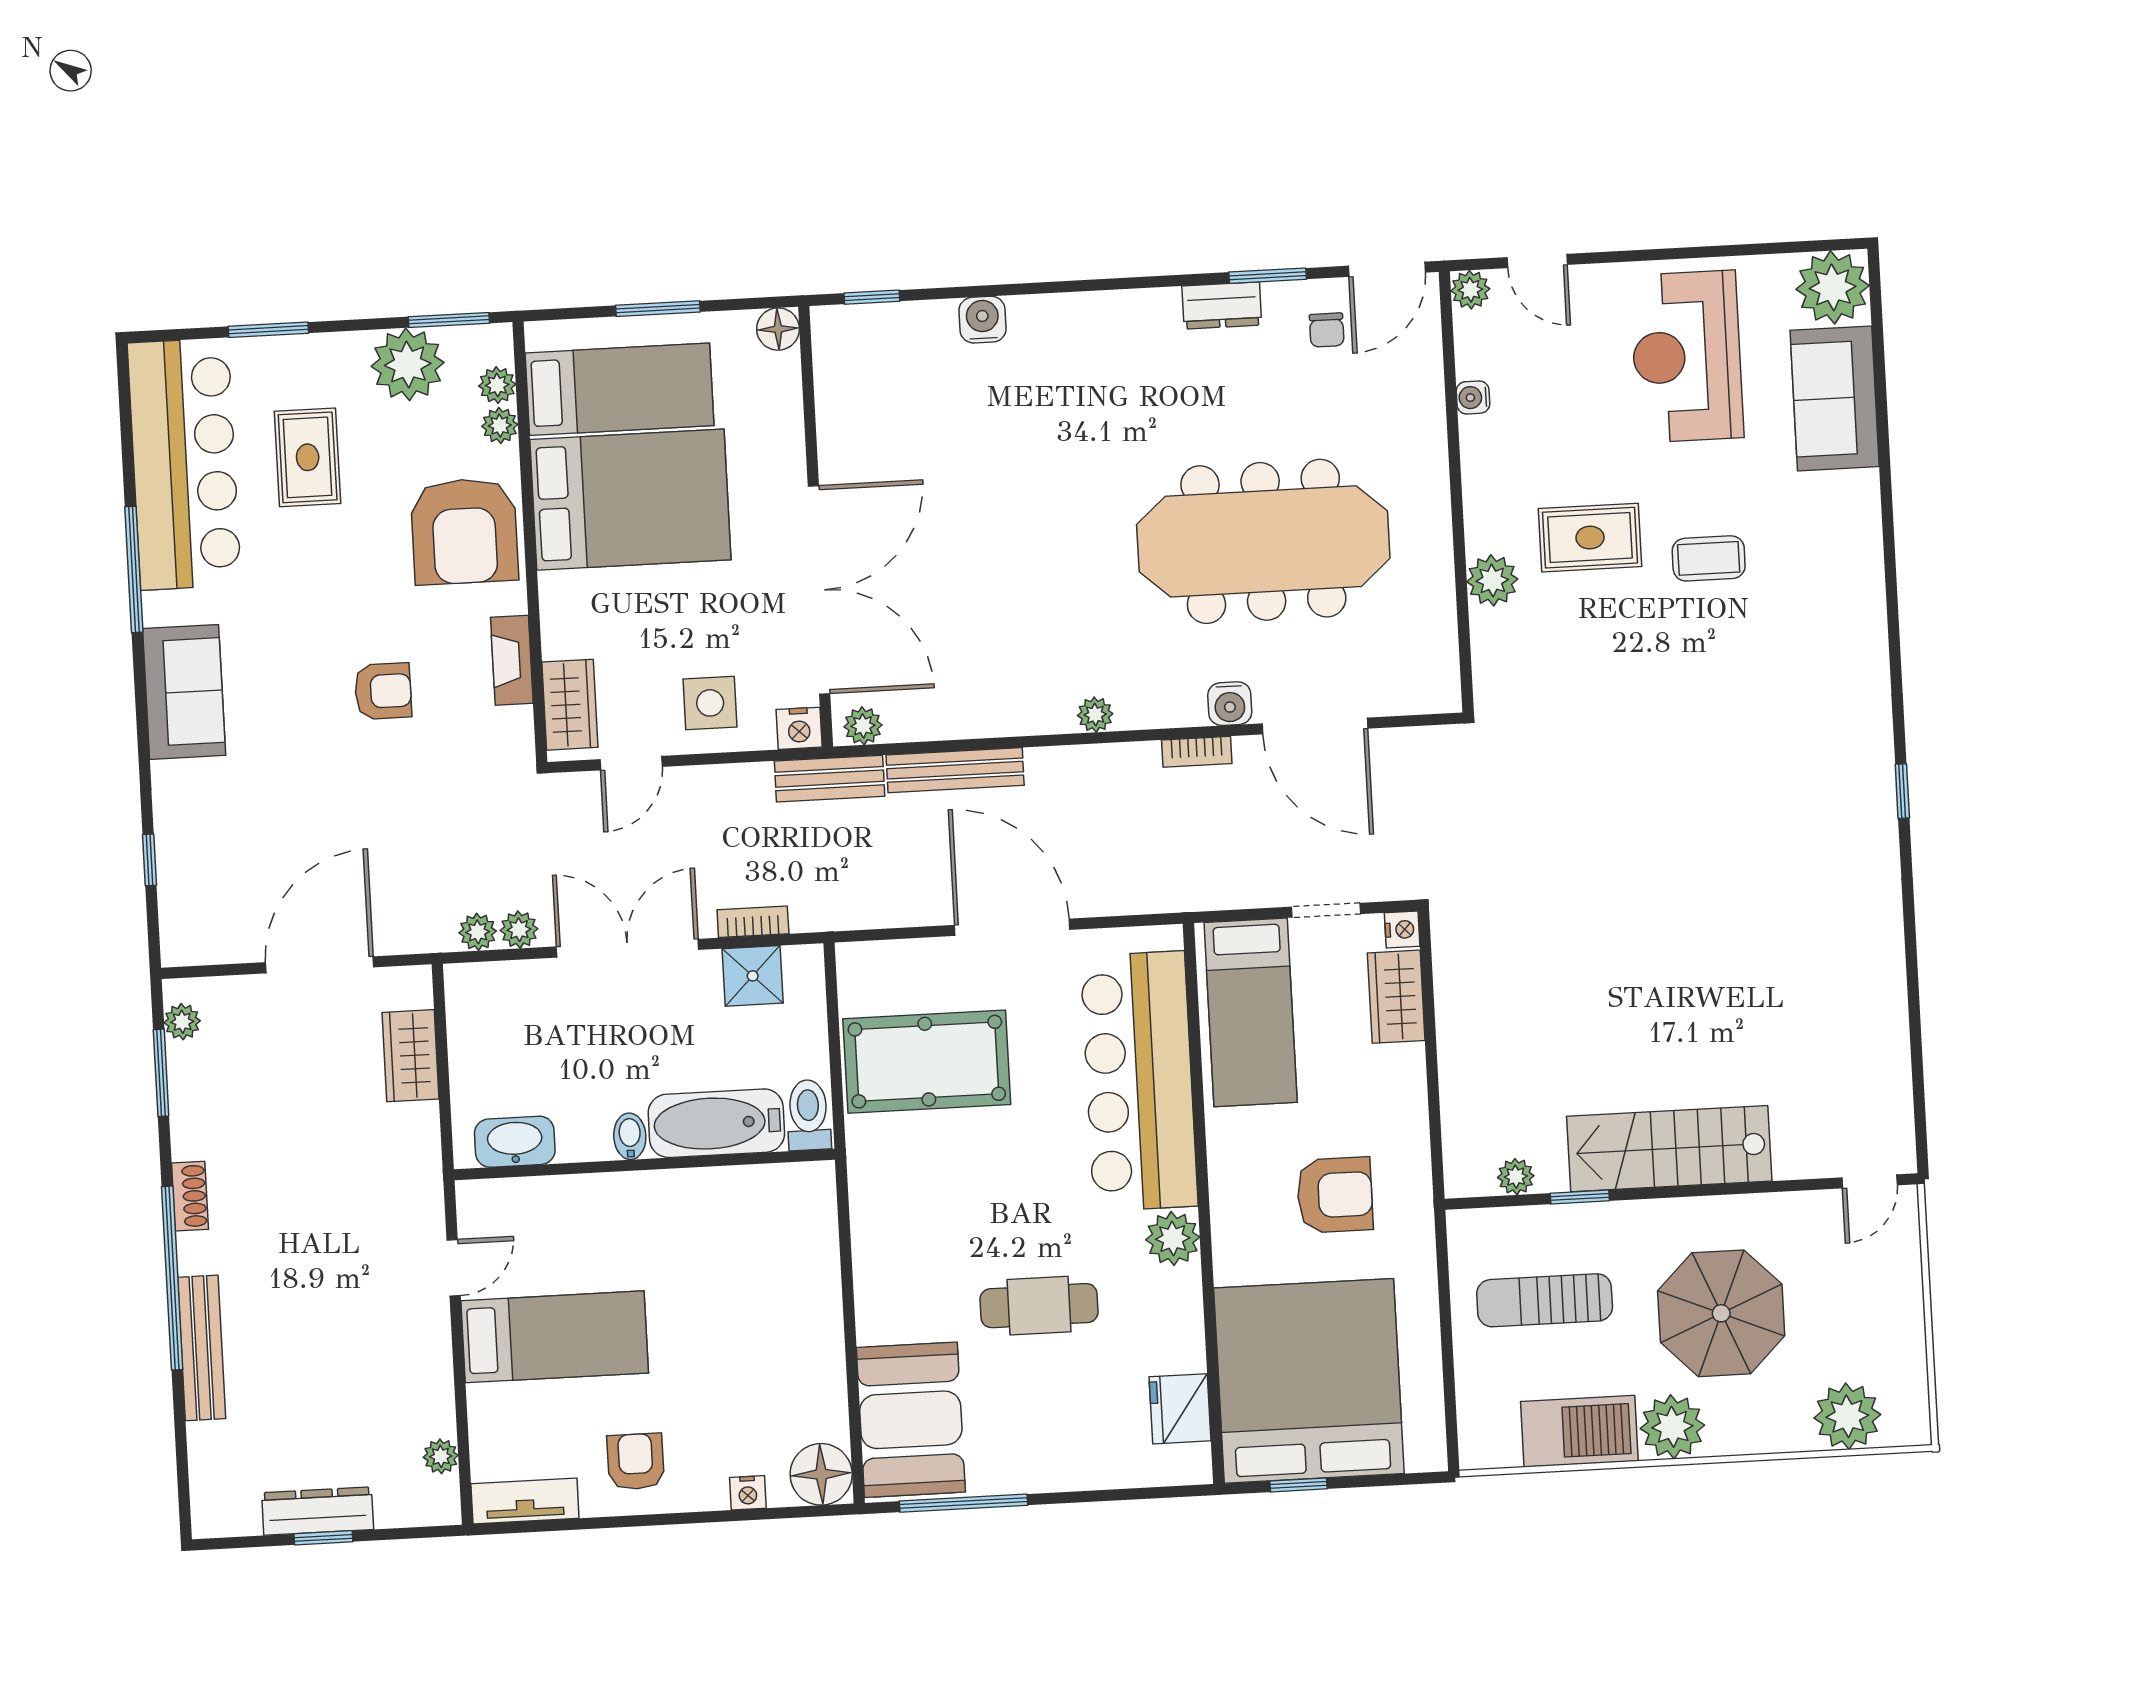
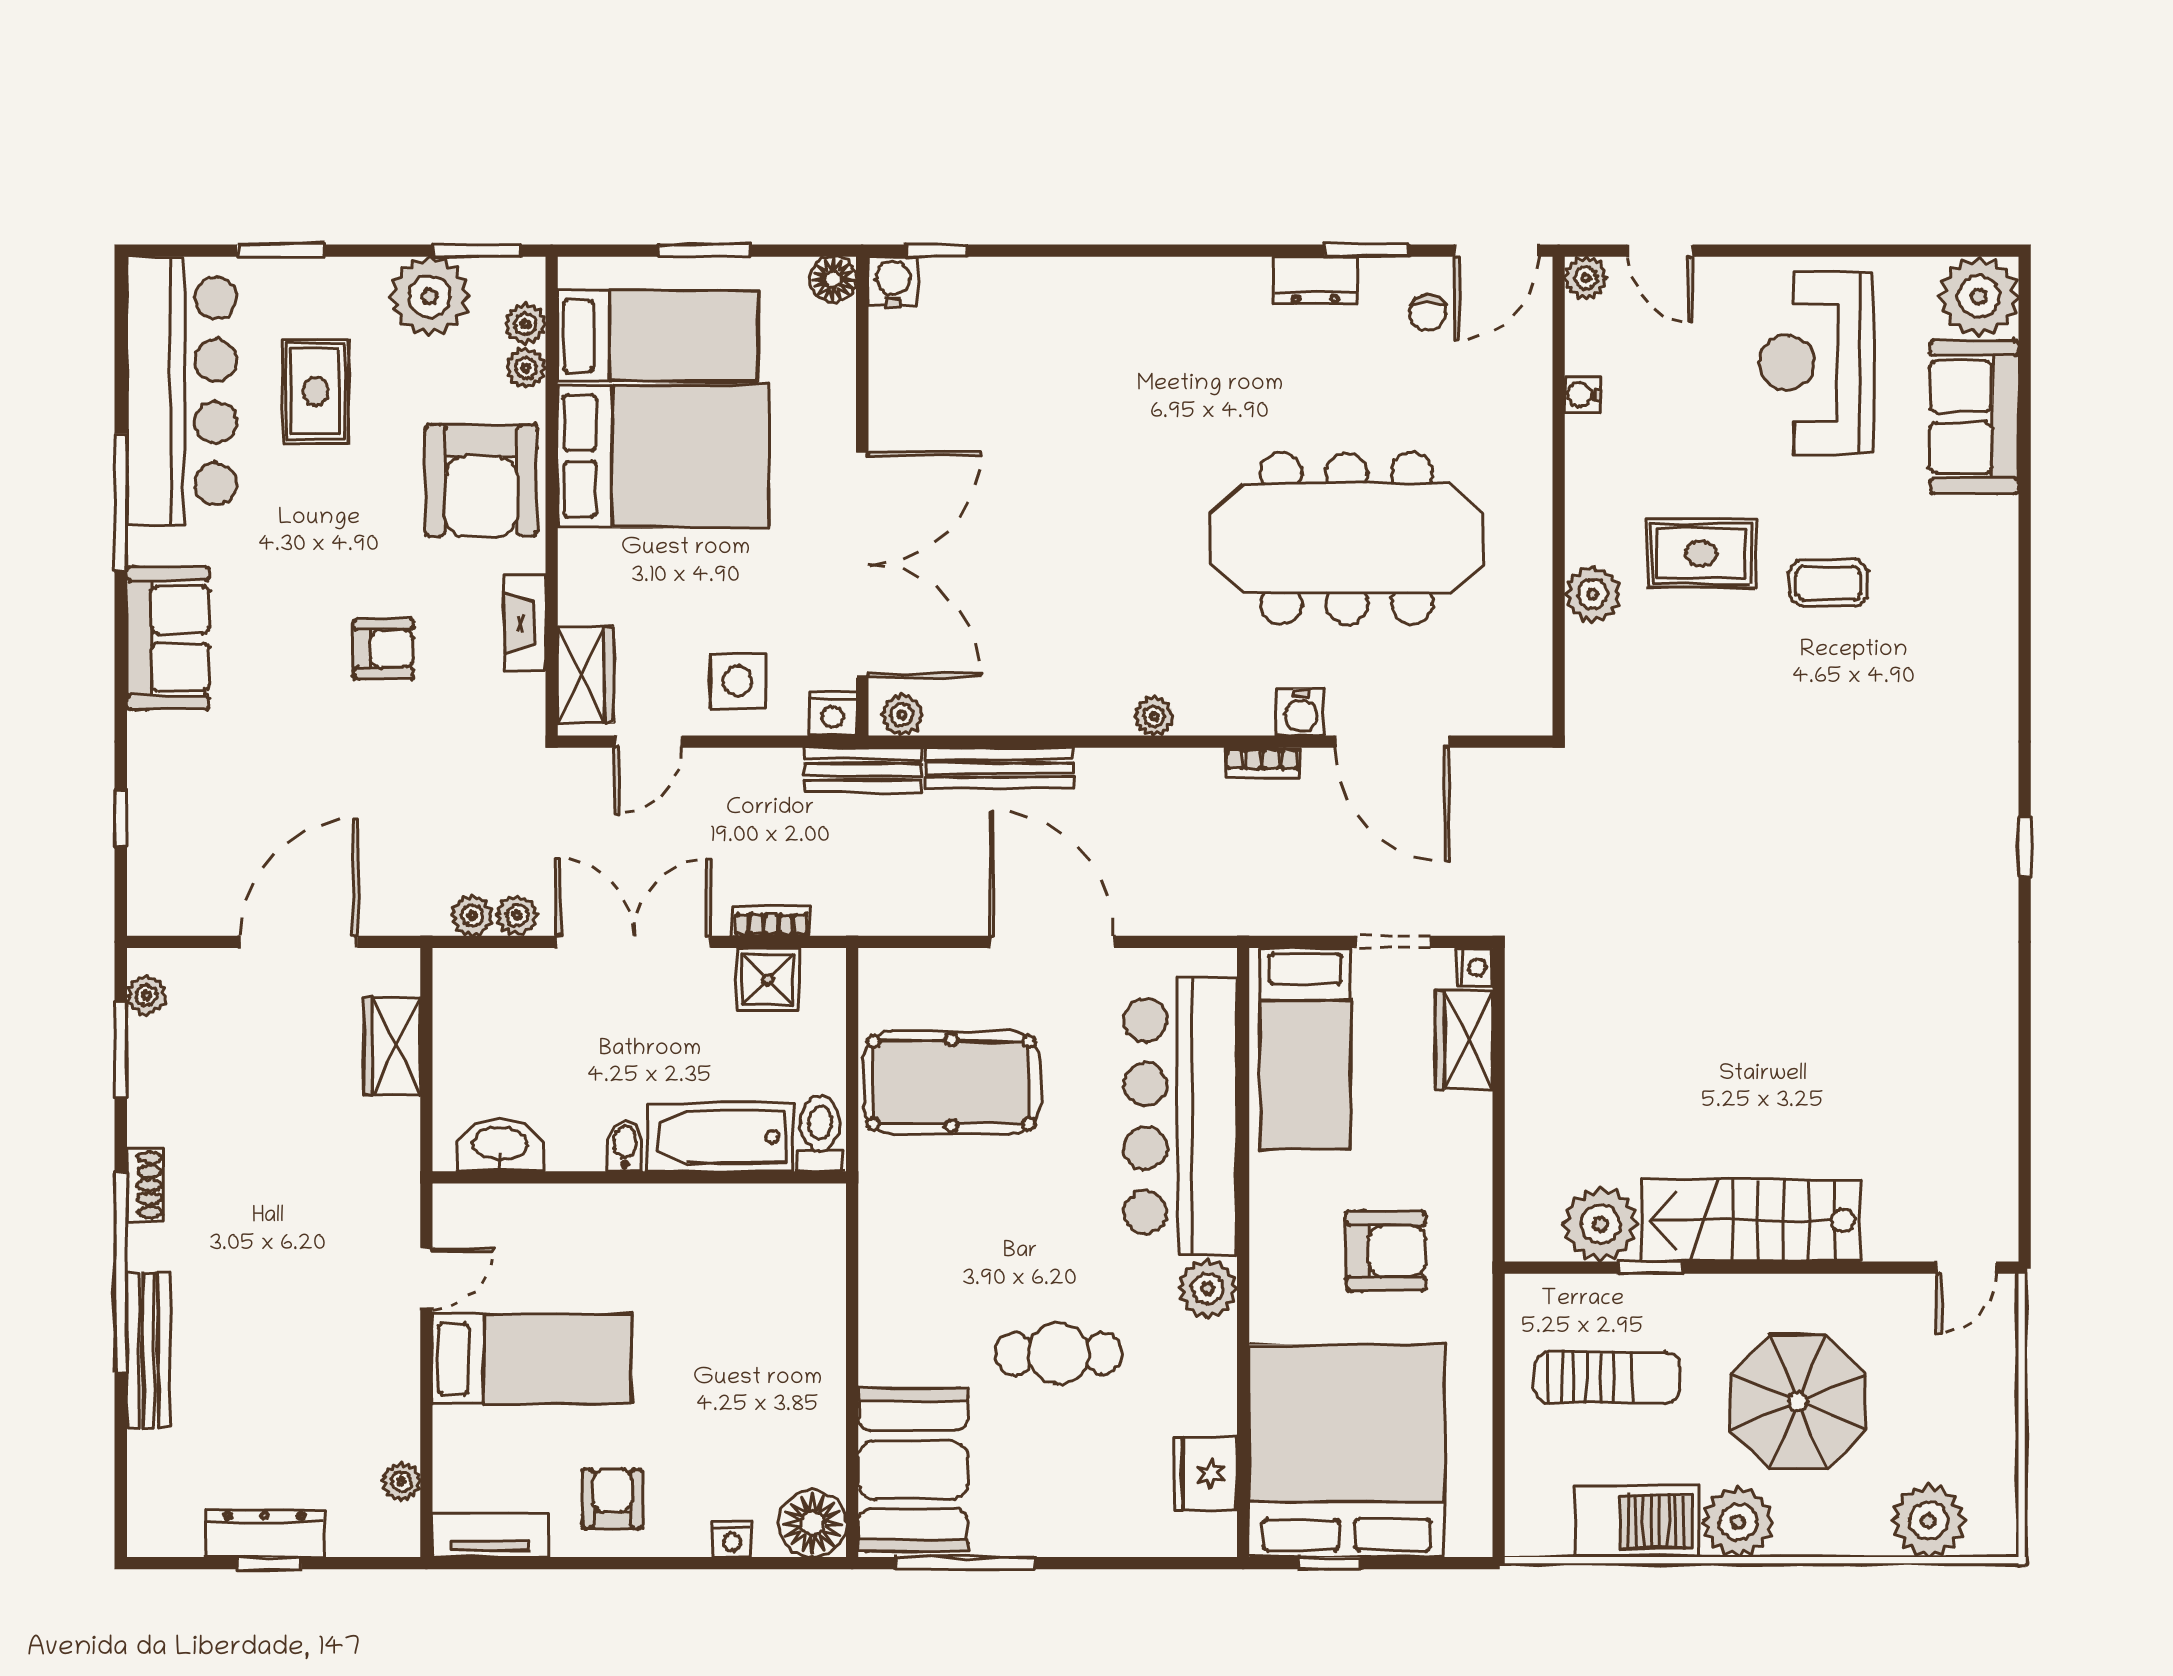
water cooler: (983, 320) -> (893, 282), moved
plant: (1516, 1177) -> (1600, 1224), width x1.88, depth x1.88
sun lounger: (1545, 1300) -> (1607, 1377), turned 180

